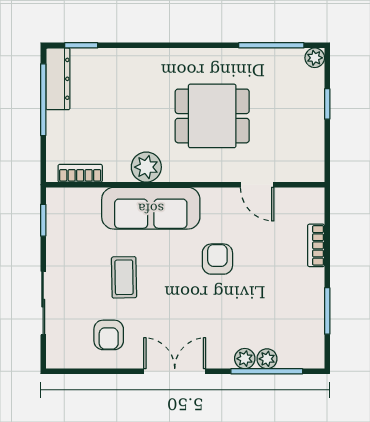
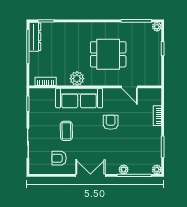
armchair: (109, 335) -> (59, 158), turned 90
plant: (267, 359) -> (157, 170), moved

